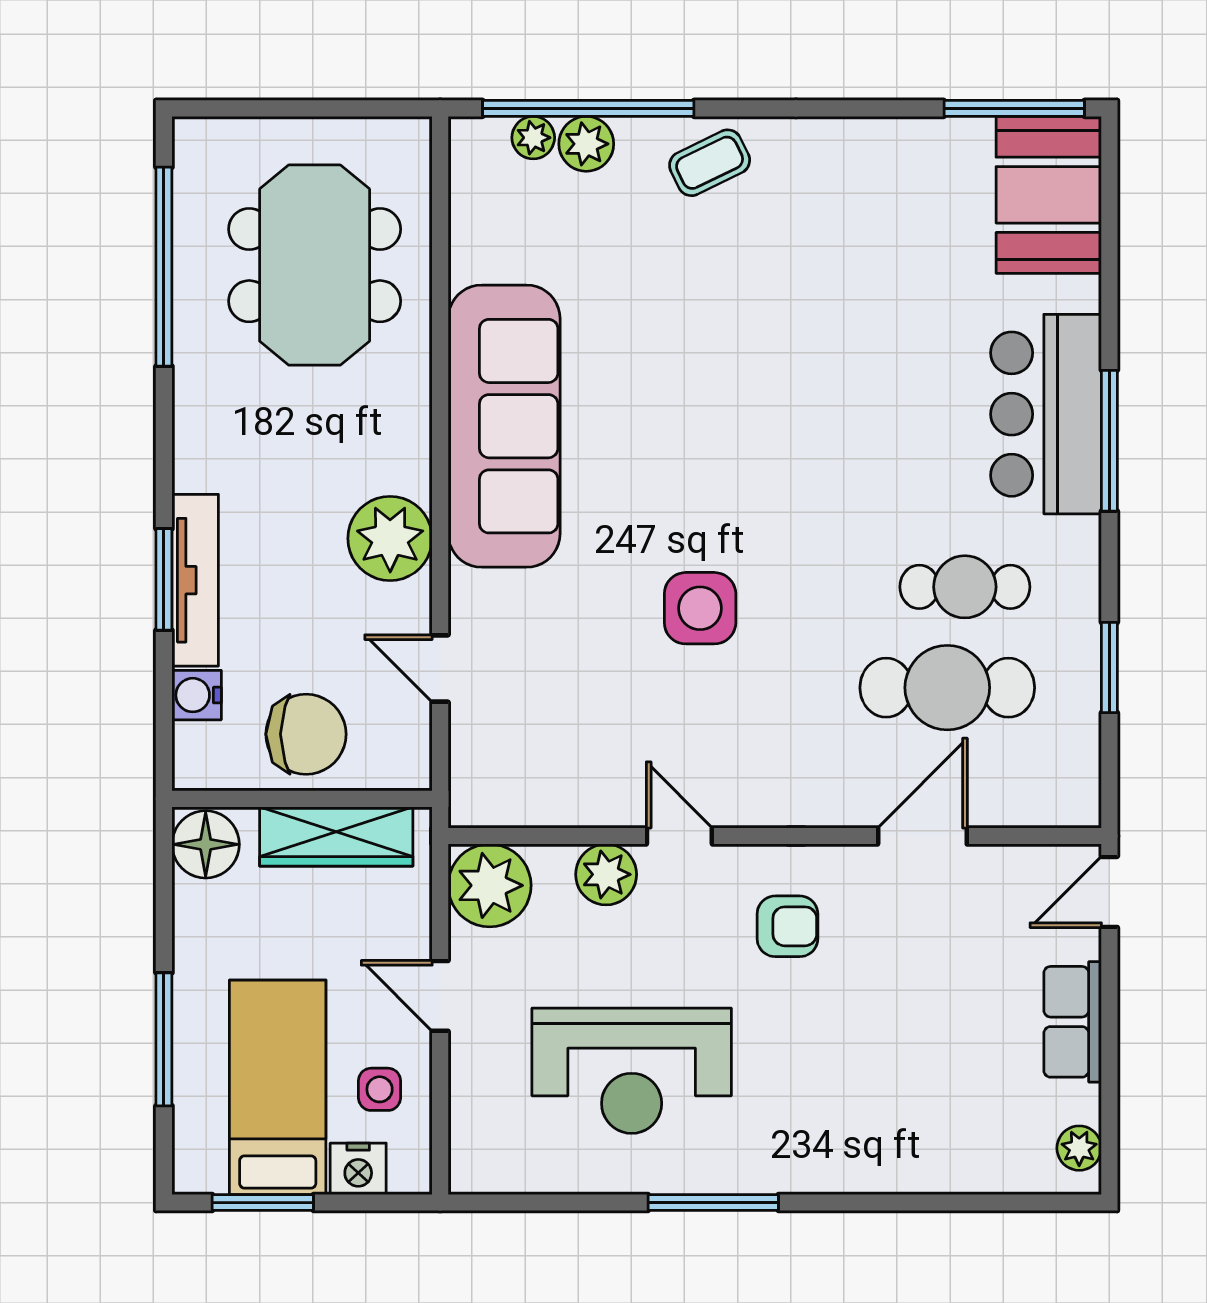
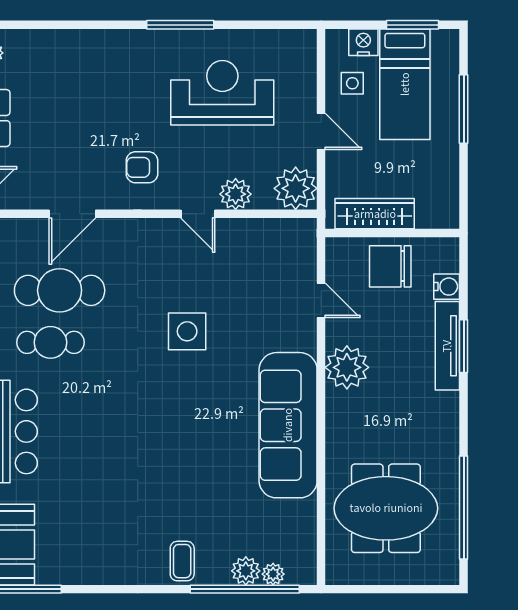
coffee table: (710, 163) -> (182, 561), turned -64
meeting table: (315, 265) -> (386, 508), turned 90
floor lamp: (206, 844) -> (442, 210), removed

